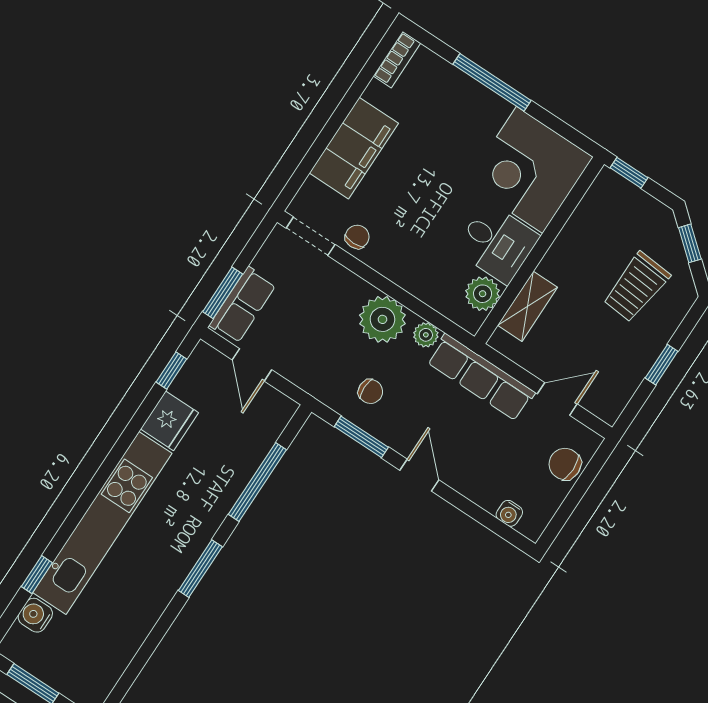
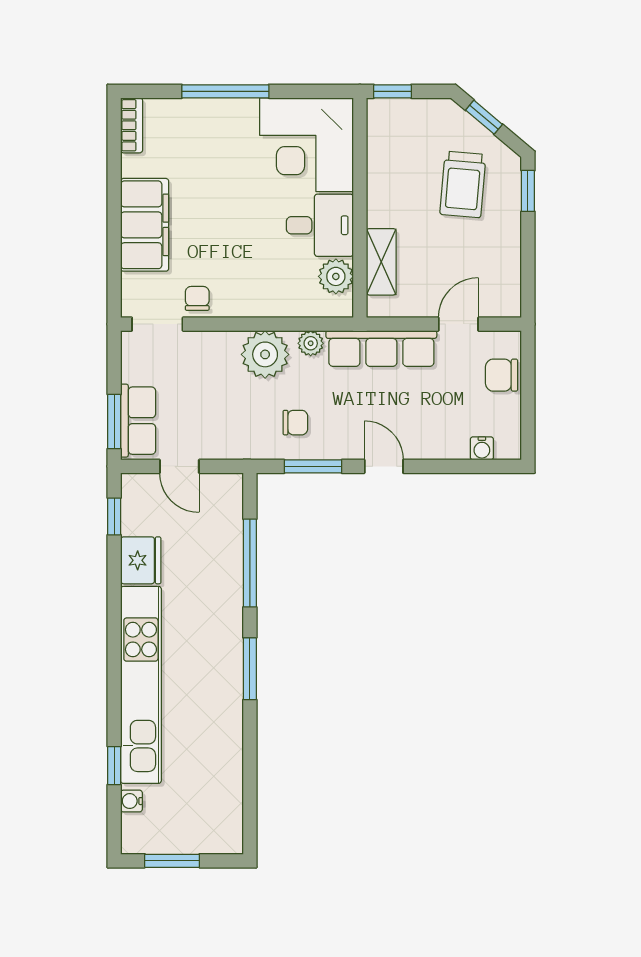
window: (662, 365) -> (528, 191), moved
water cooler: (35, 615) -> (131, 801), width x0.72, depth x0.72

